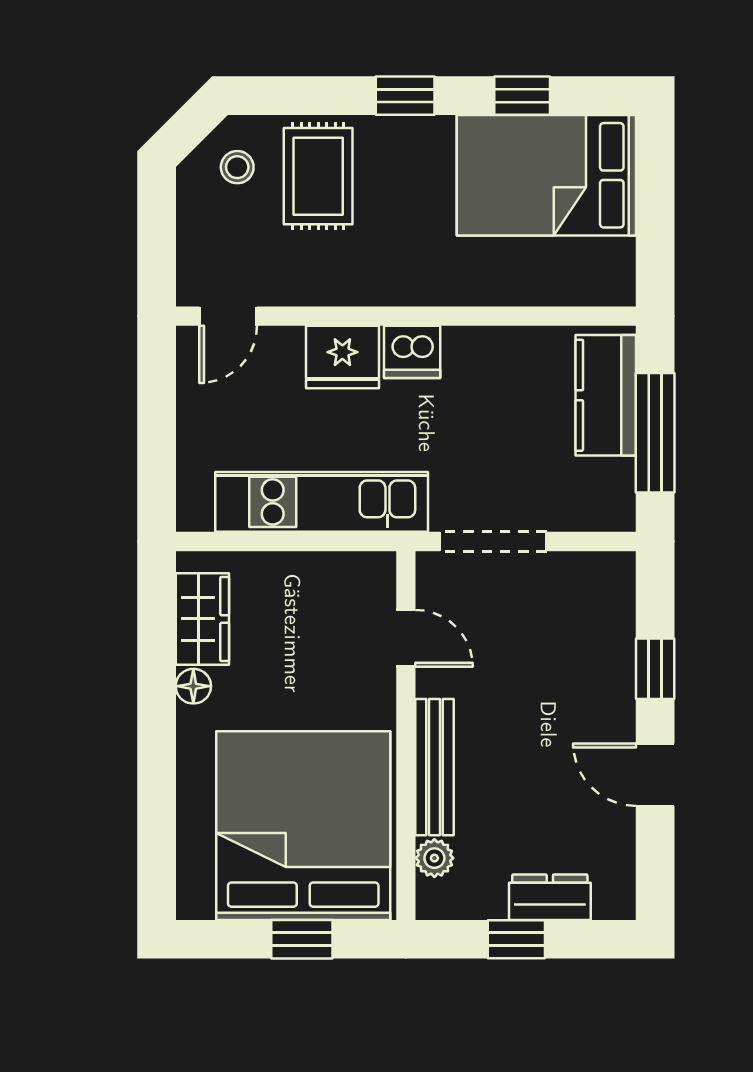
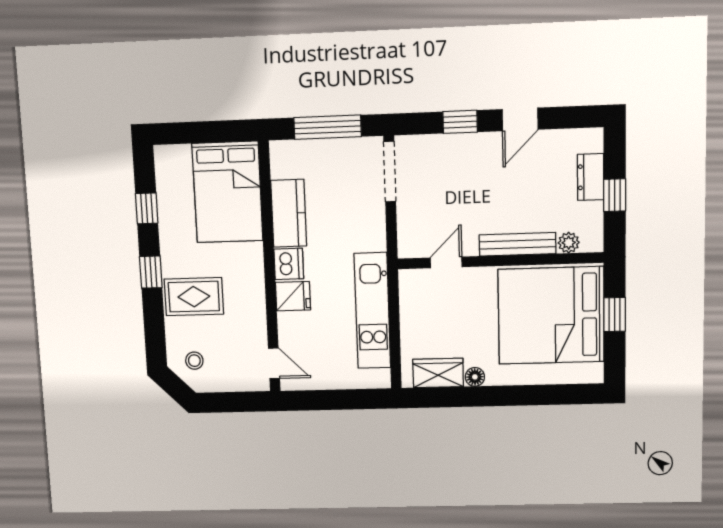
bed: (546, 175) -> (227, 192), moved
rug: (318, 176) -> (194, 297), moved
fridge: (342, 357) -> (293, 296), width x0.72
kitchen counter: (606, 395) -> (289, 213), moved, turned -90
doorway: (493, 541) -> (390, 172), moved

